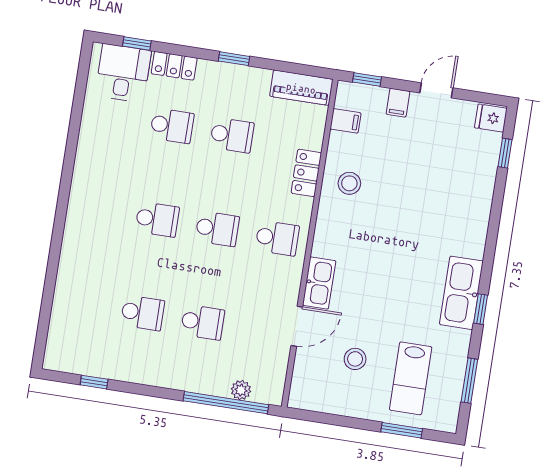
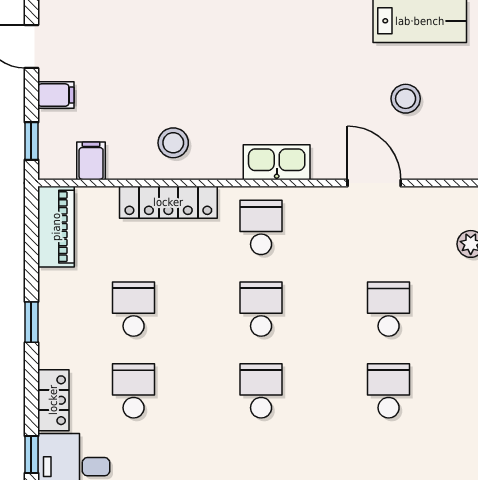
locker: (306, 173) -> (168, 202), width x1.53
kitchen sink: (319, 283) -> (277, 162), moved

